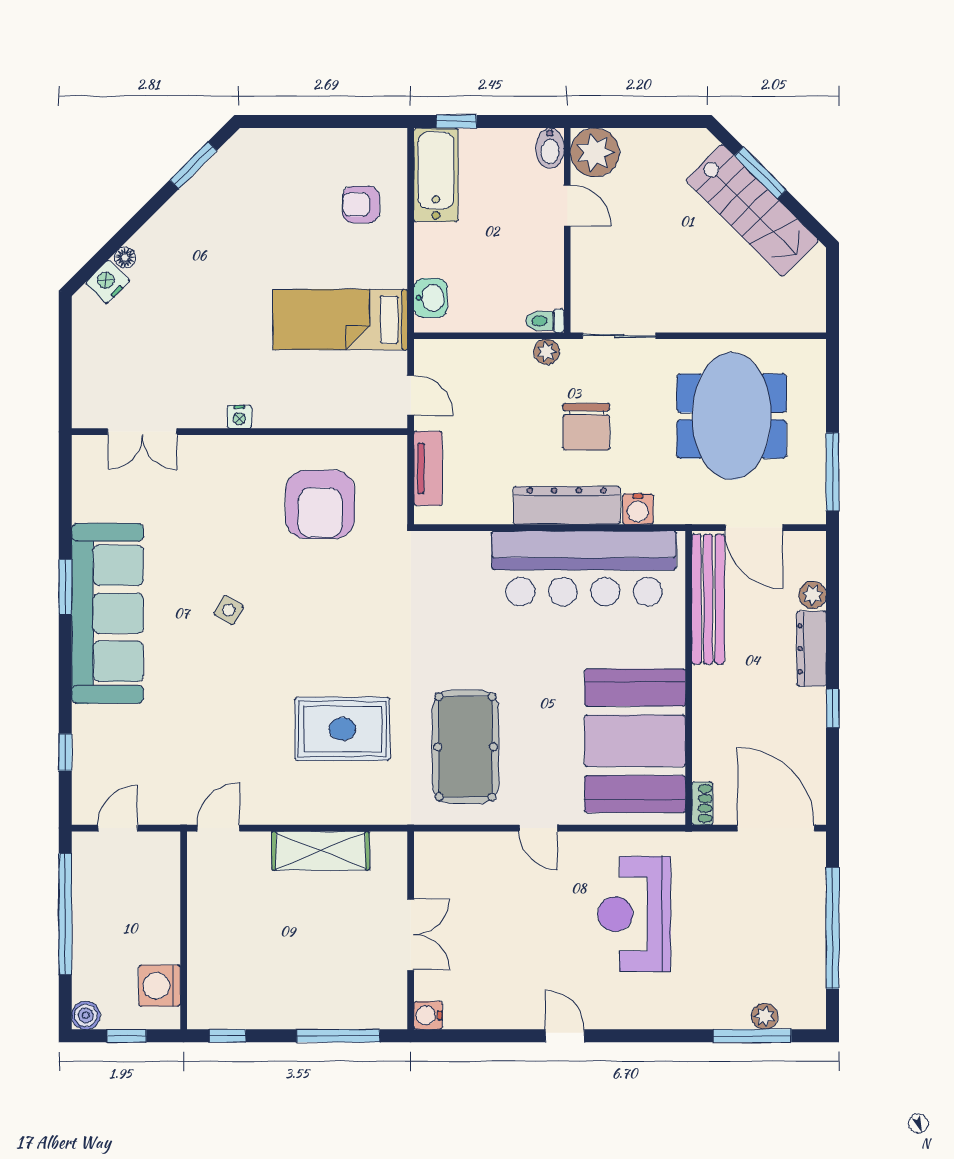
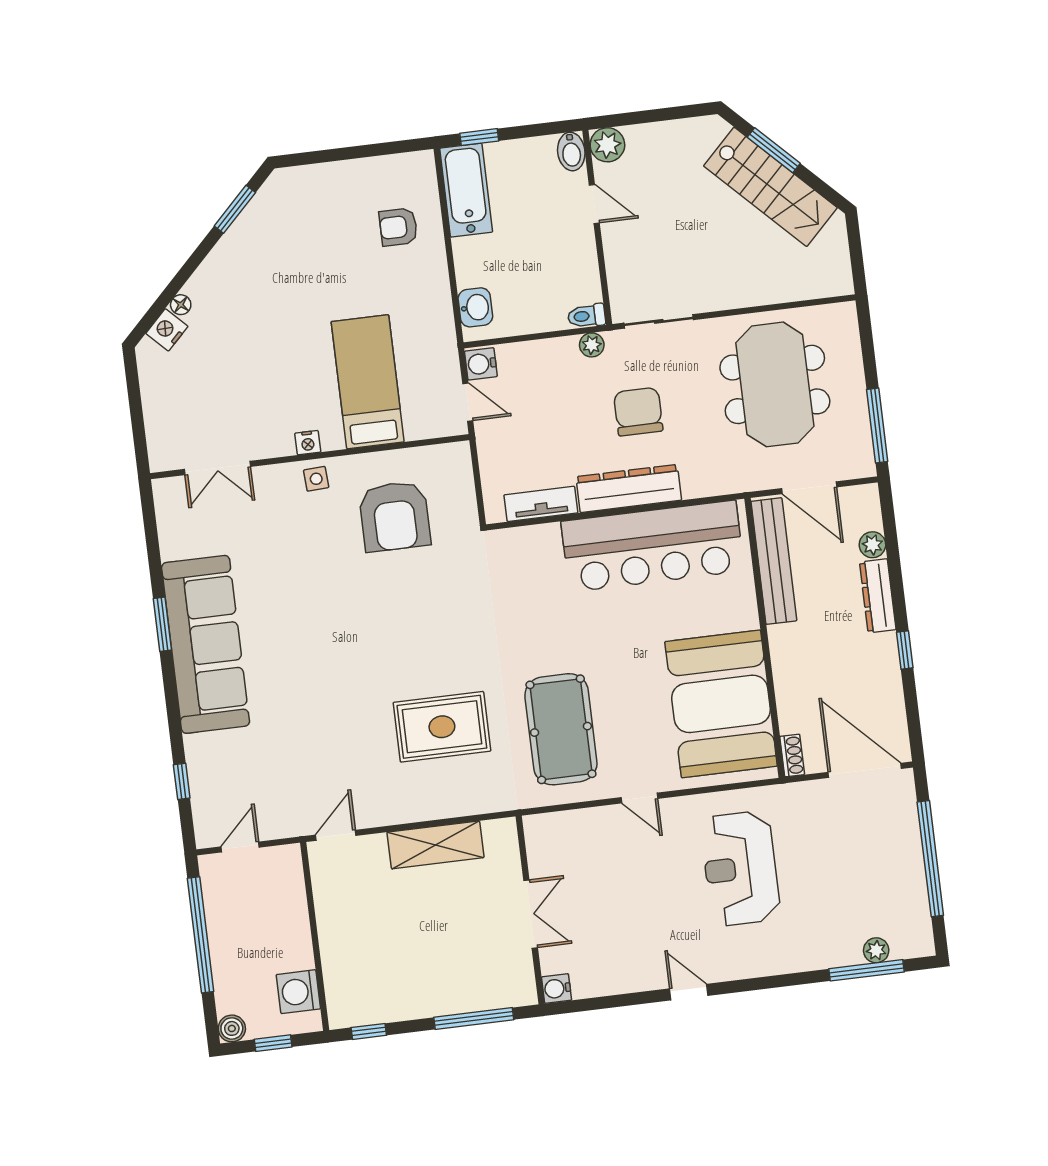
plant: (595, 152) -> (607, 145), width x0.73, depth x0.73
bed: (340, 320) -> (368, 382), moved, turned 90
chair: (586, 427) -> (638, 412), turned 180
tv unit: (428, 468) -> (541, 504), moved, turned -90
water cooler: (638, 509) -> (481, 364), moved, turned 90
side table: (229, 610) -> (316, 479), moved, turned -33

